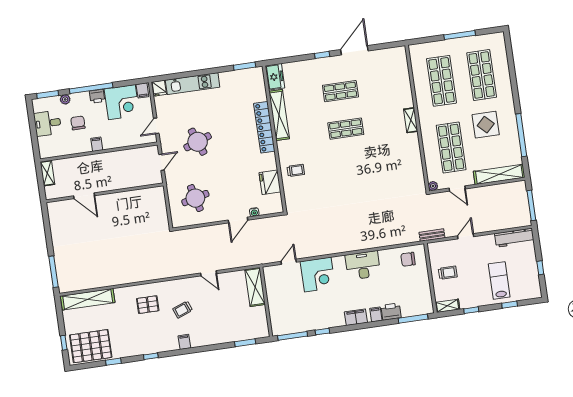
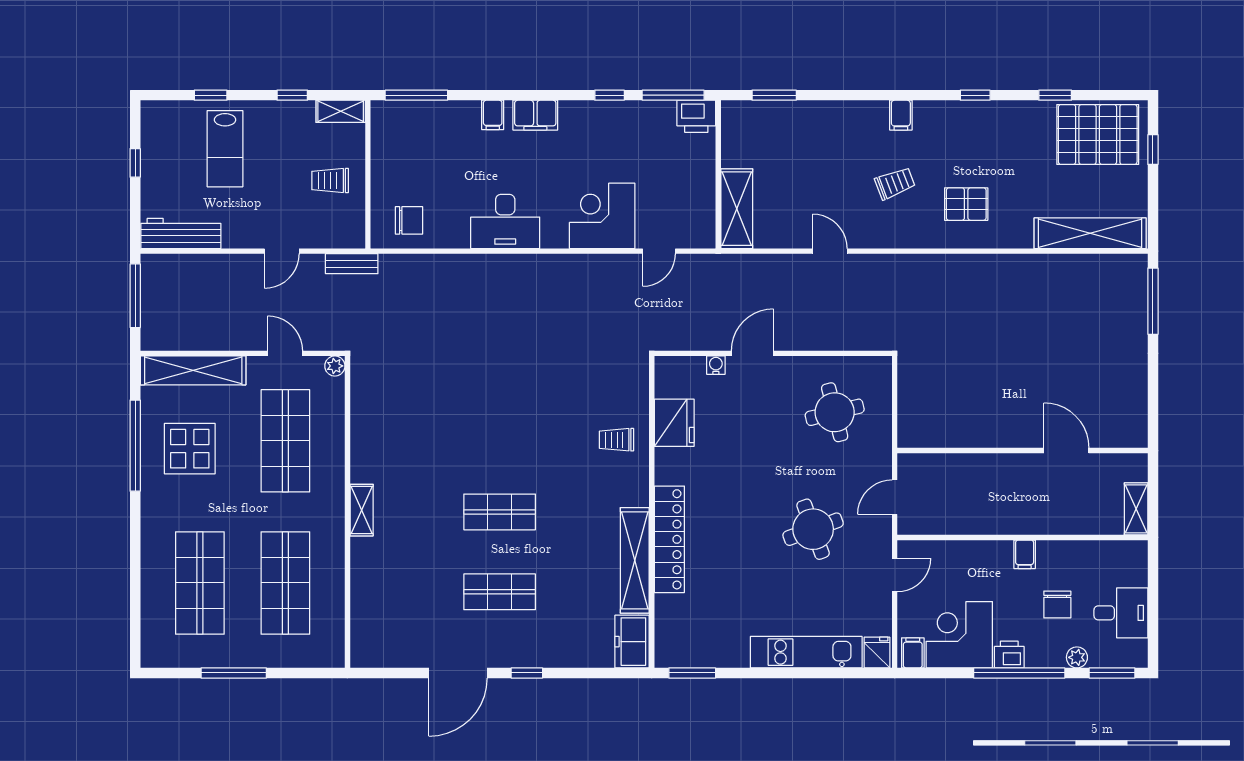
display table: (486, 125) -> (190, 449), moved
printer: (391, 312) -> (696, 116), moved

